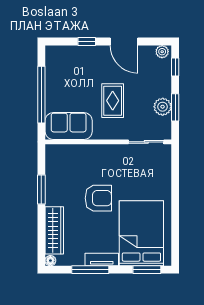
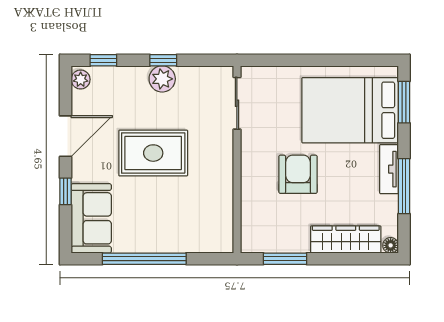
rug: (113, 101) -> (153, 153), width x1.36, depth x1.43
window: (175, 107) -> (163, 60), width x0.67
sofa: (69, 126) -> (91, 218), moved, turned 180
wall: (108, 142) -> (237, 159), moved
sliding door: (146, 142) -> (237, 103), moved

